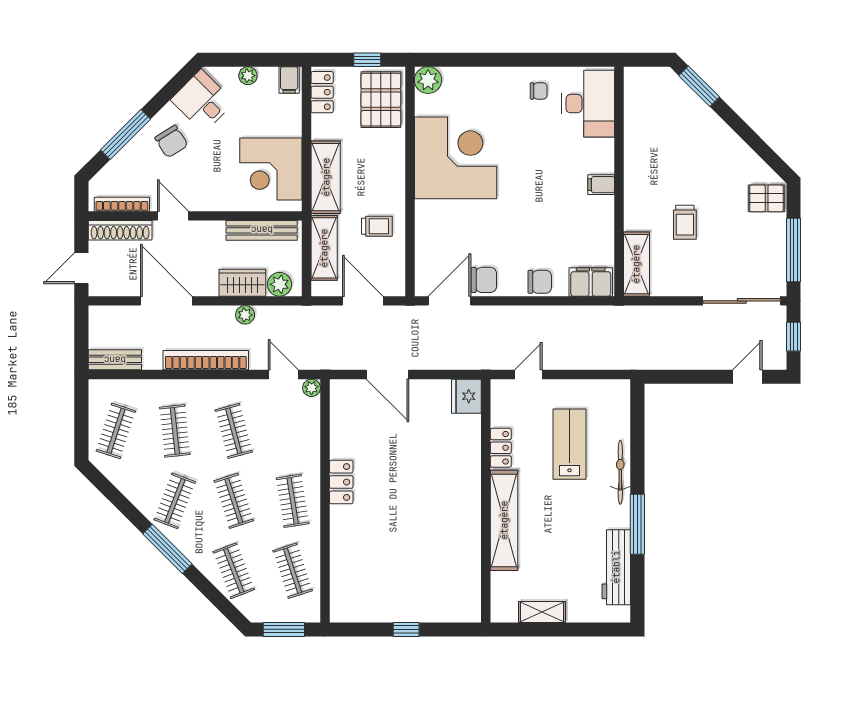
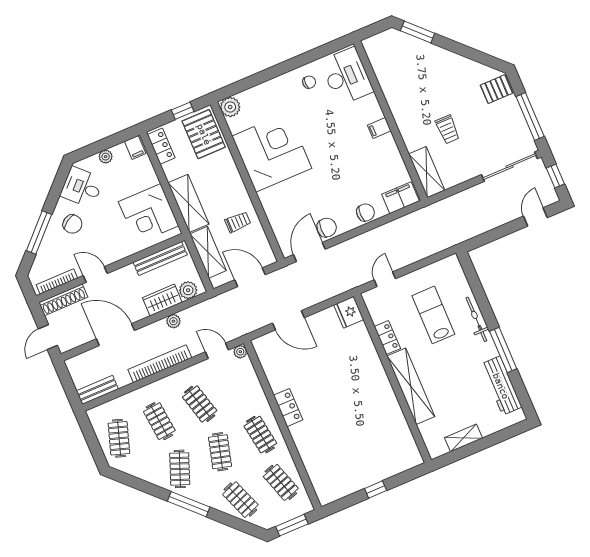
clothes rail: (234, 501) -> (220, 452), turned 33

